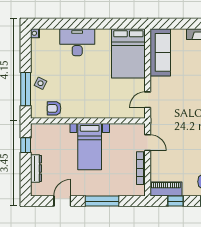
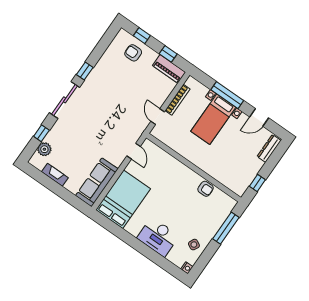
side table: (41, 83) -> (194, 245), moved
door: (148, 100) -> (134, 151), hinge flipped
armchair: (54, 108) -> (206, 189), moved
bed with nightstands: (90, 147) -> (213, 119), moved, turned 180
dresser: (36, 168) -> (269, 148), moved

